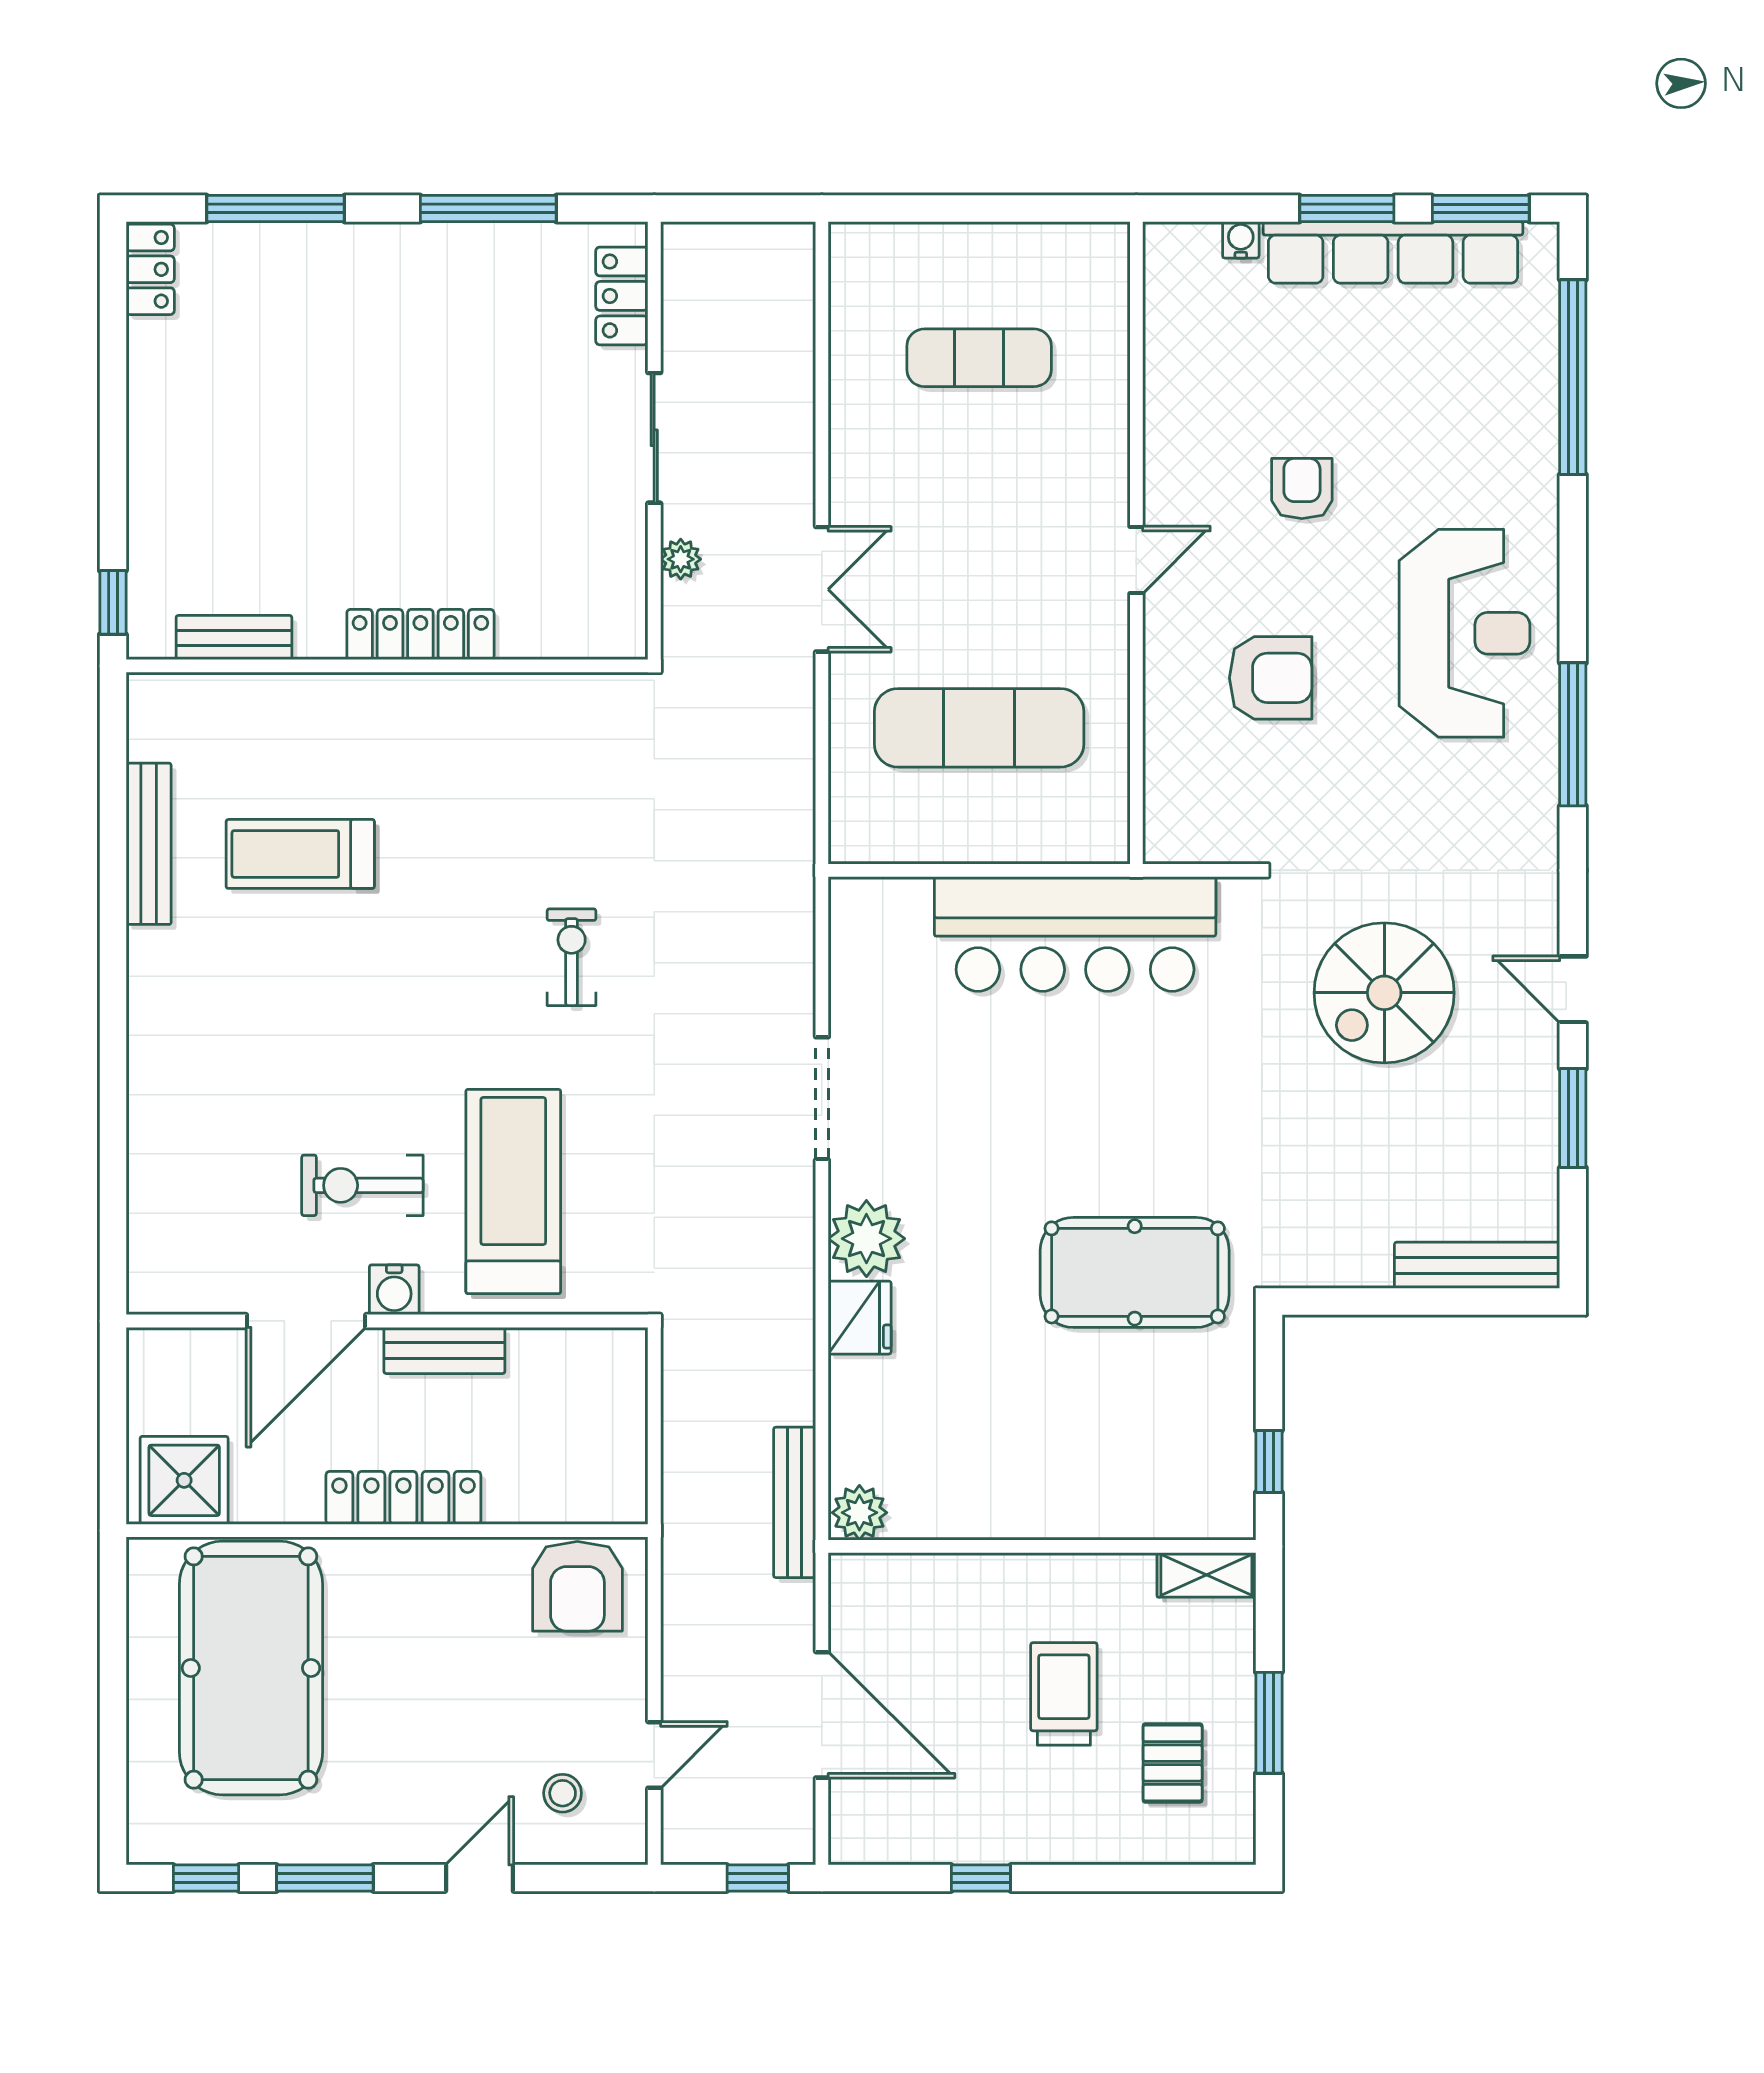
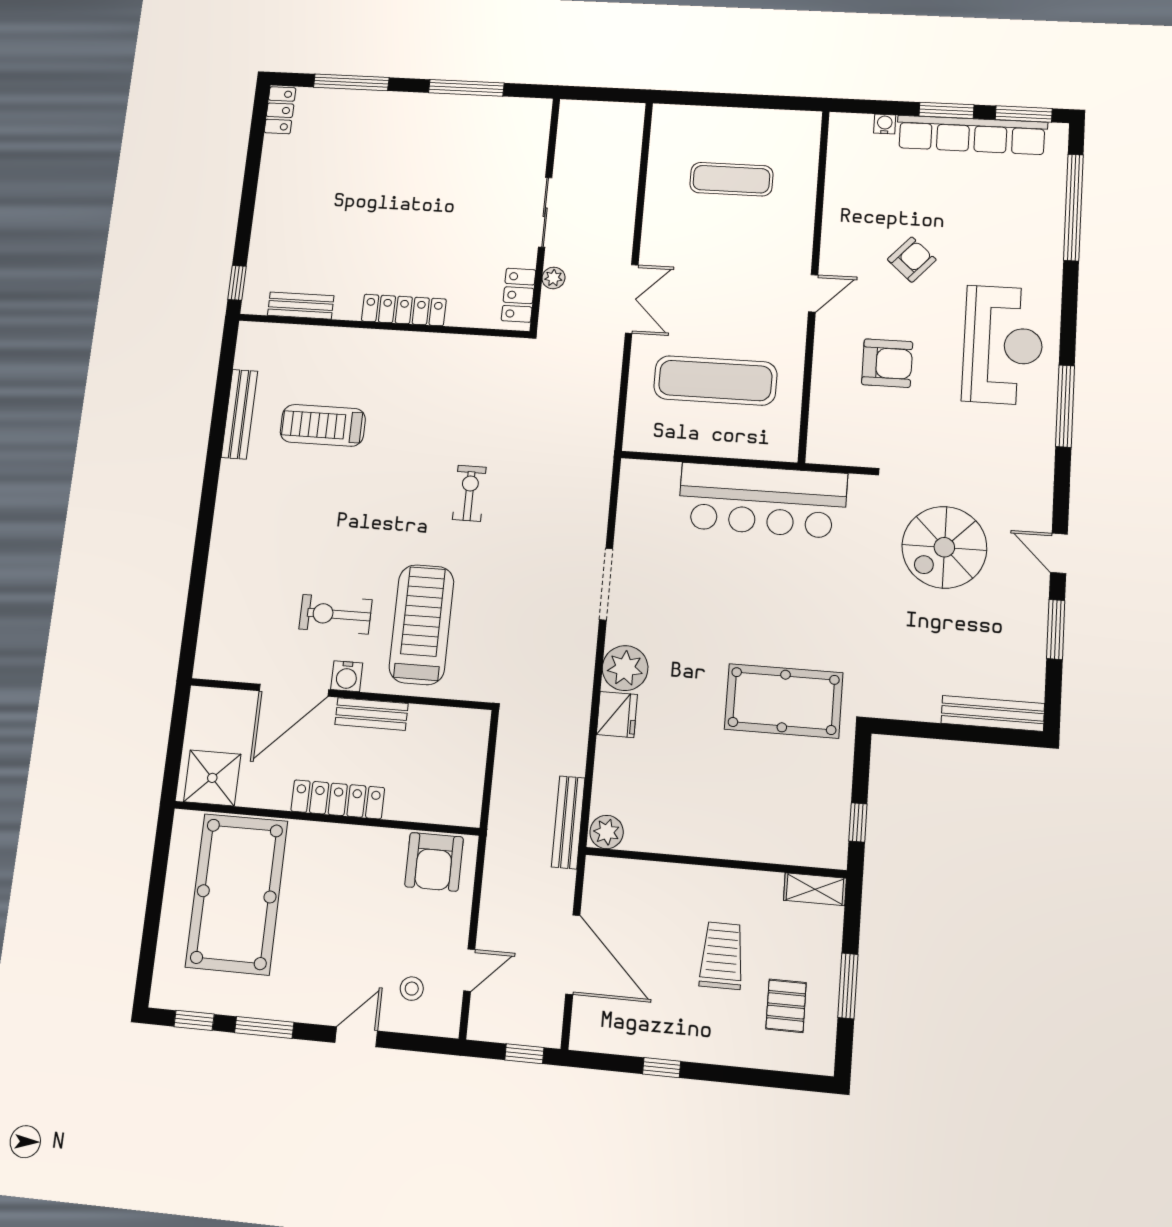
locker: (622, 296) -> (519, 295), moved
armchair: (1302, 488) -> (912, 260), turned 42

